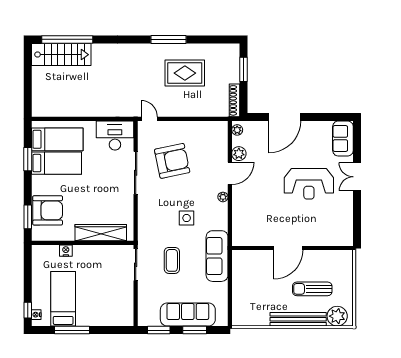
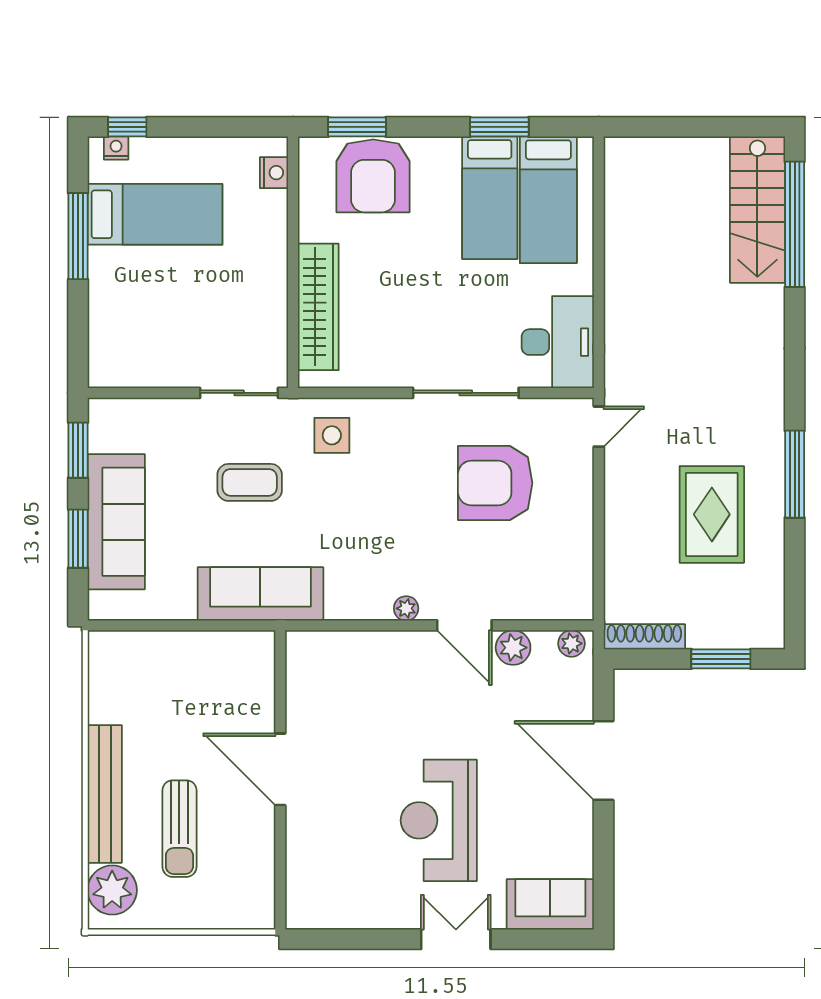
armchair: (172, 161) -> (495, 483), turned 102
side table: (187, 218) -> (332, 435), moved
nightstand: (66, 251) -> (274, 173), moved
sun lounger: (312, 289) -> (179, 829), turned 180

